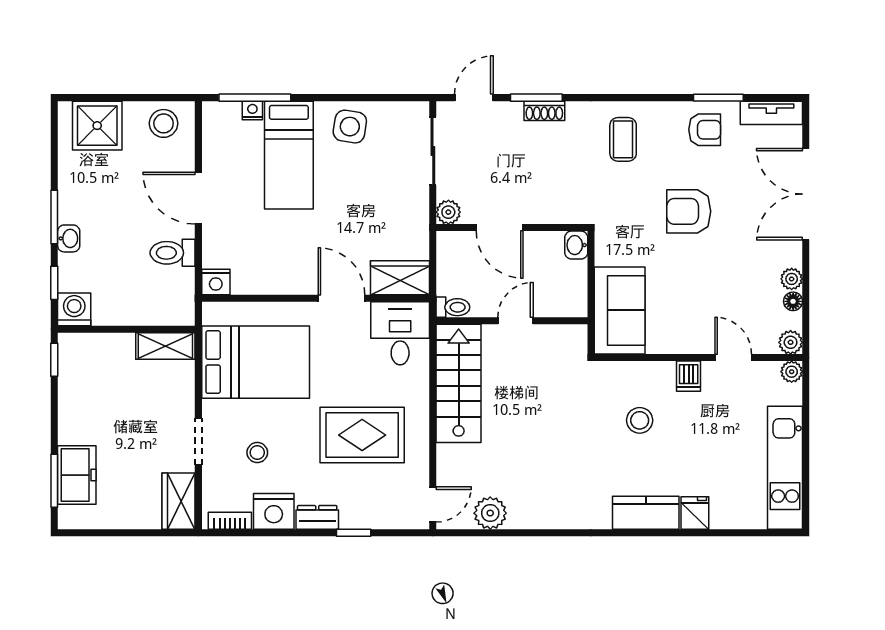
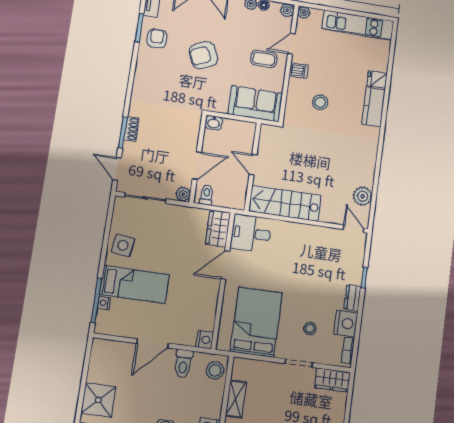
stool: (164, 123) -> (215, 370), moved
coffee table: (623, 139) -> (264, 59), moved
armchair: (689, 211) -> (203, 55), turned 66
toilet: (453, 307) -> (207, 195), moved
shelving: (165, 346) -> (236, 399), moved
rug: (362, 435) -> (308, 264), removed

